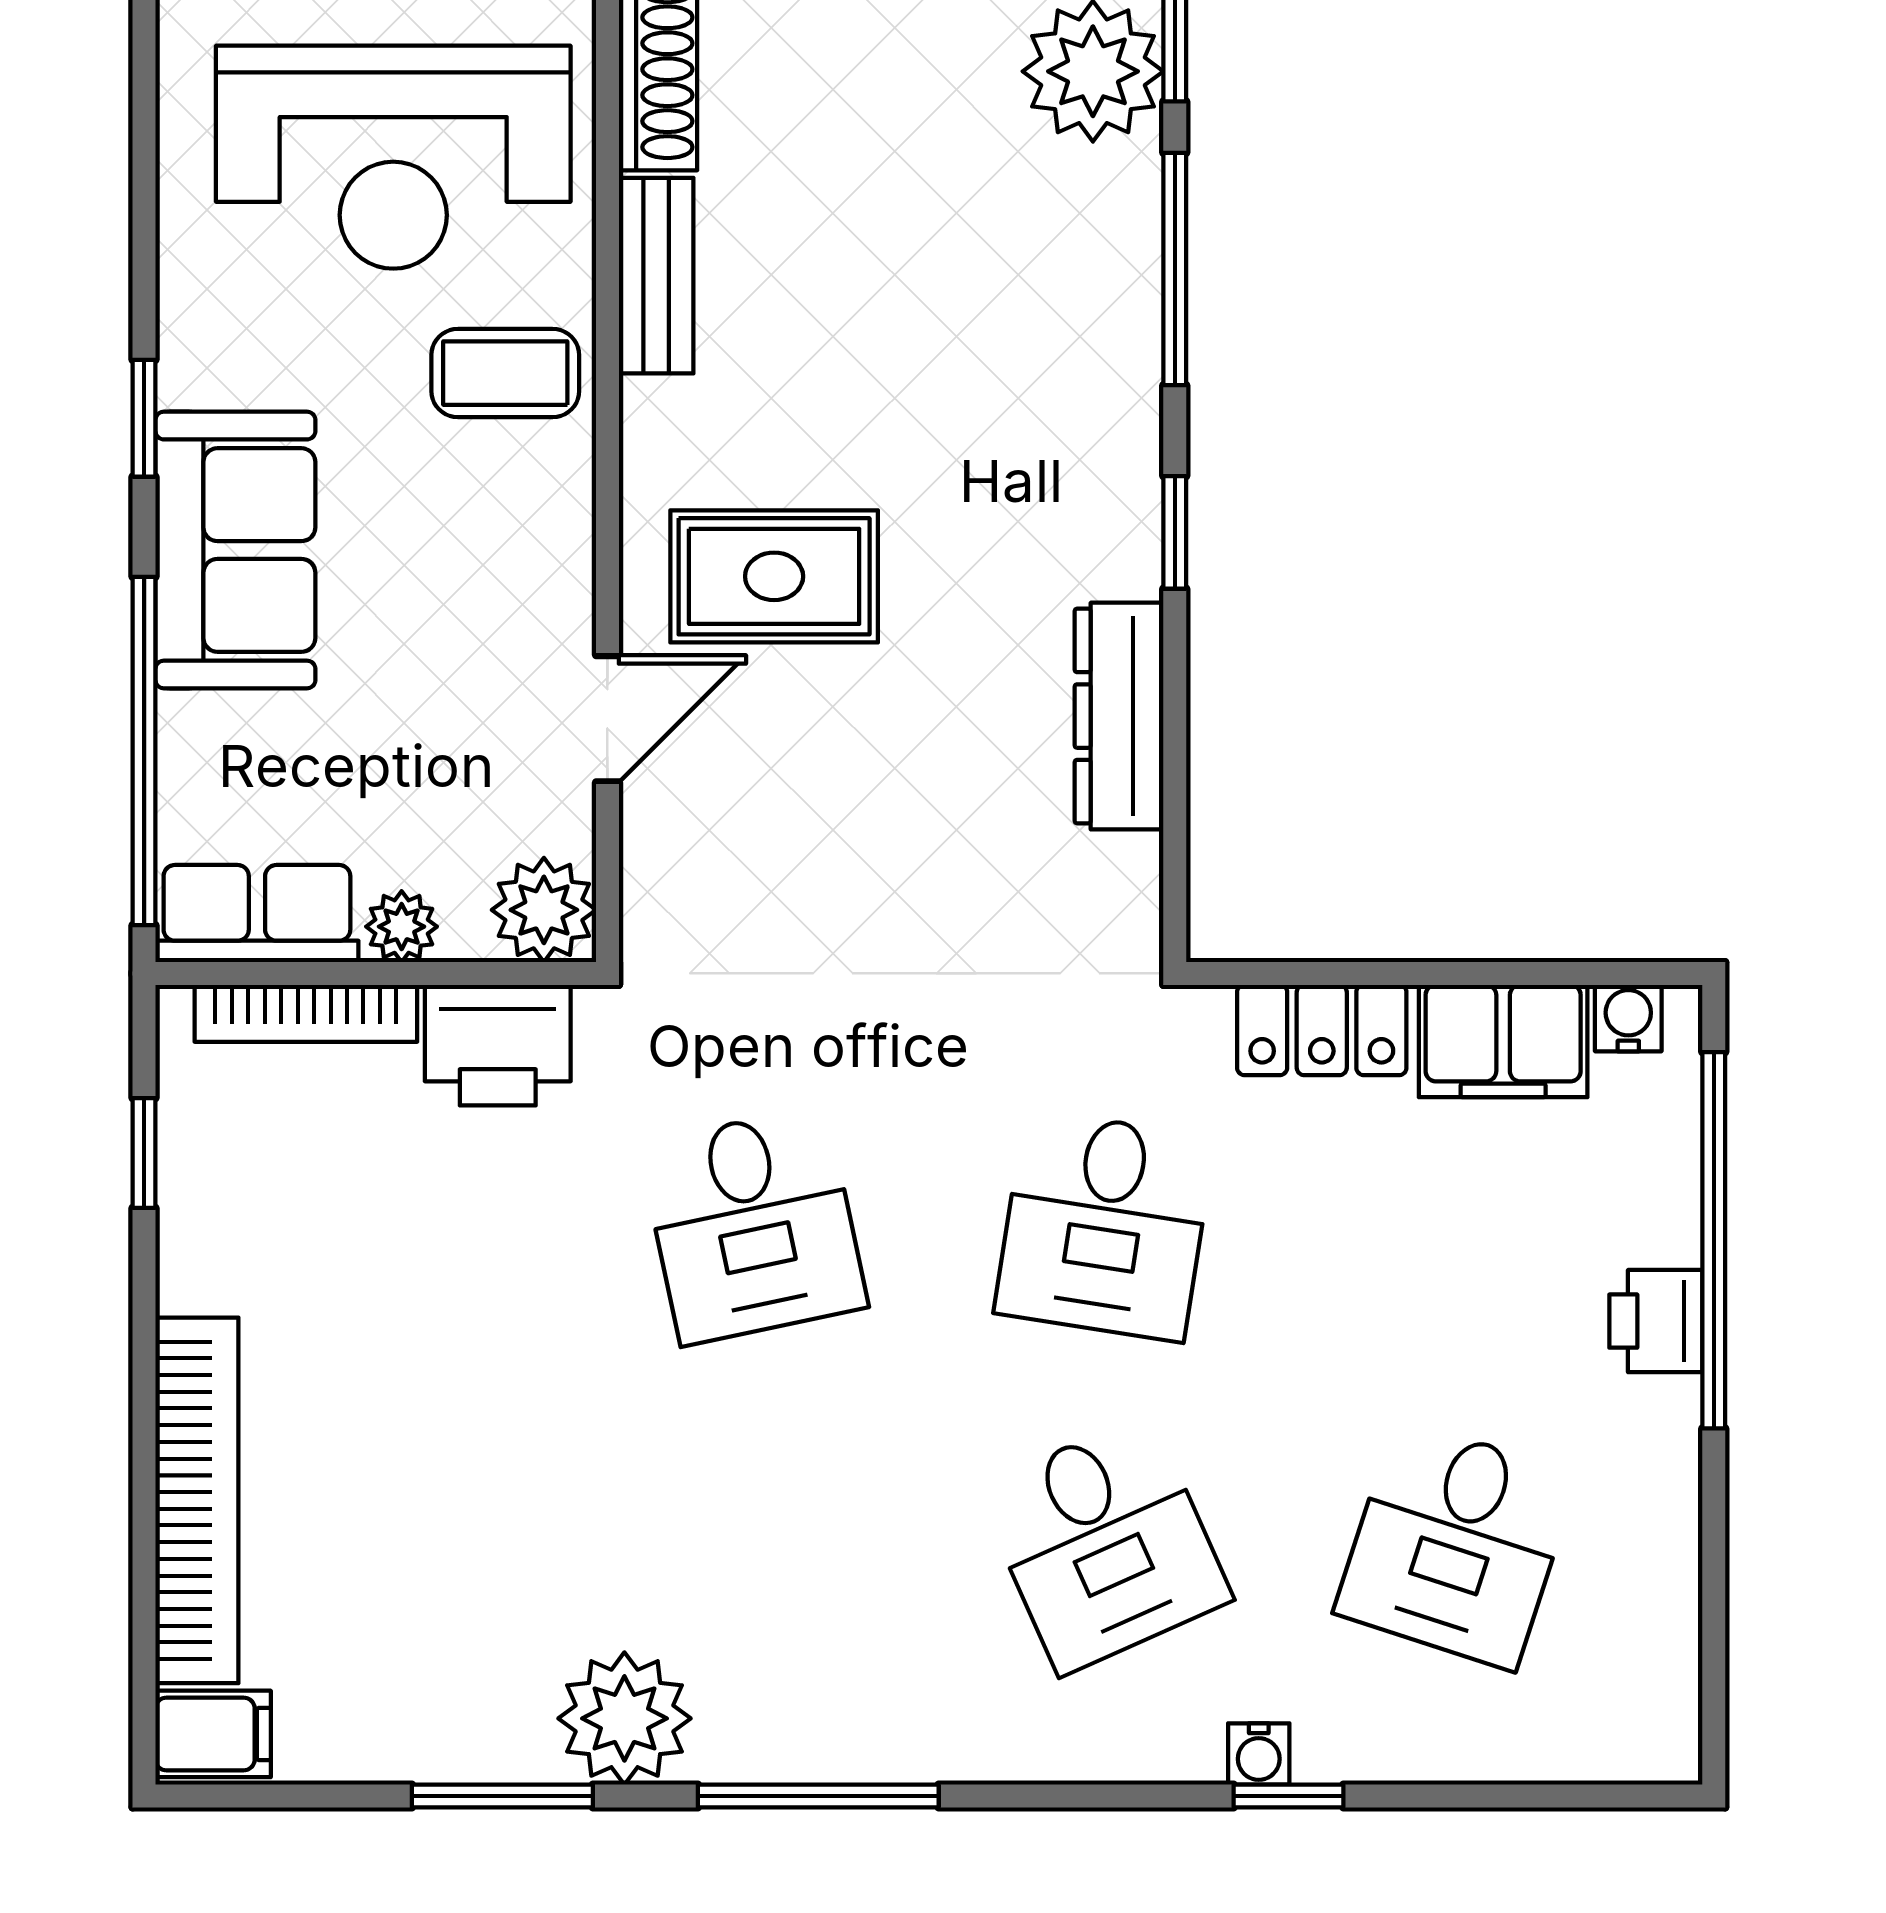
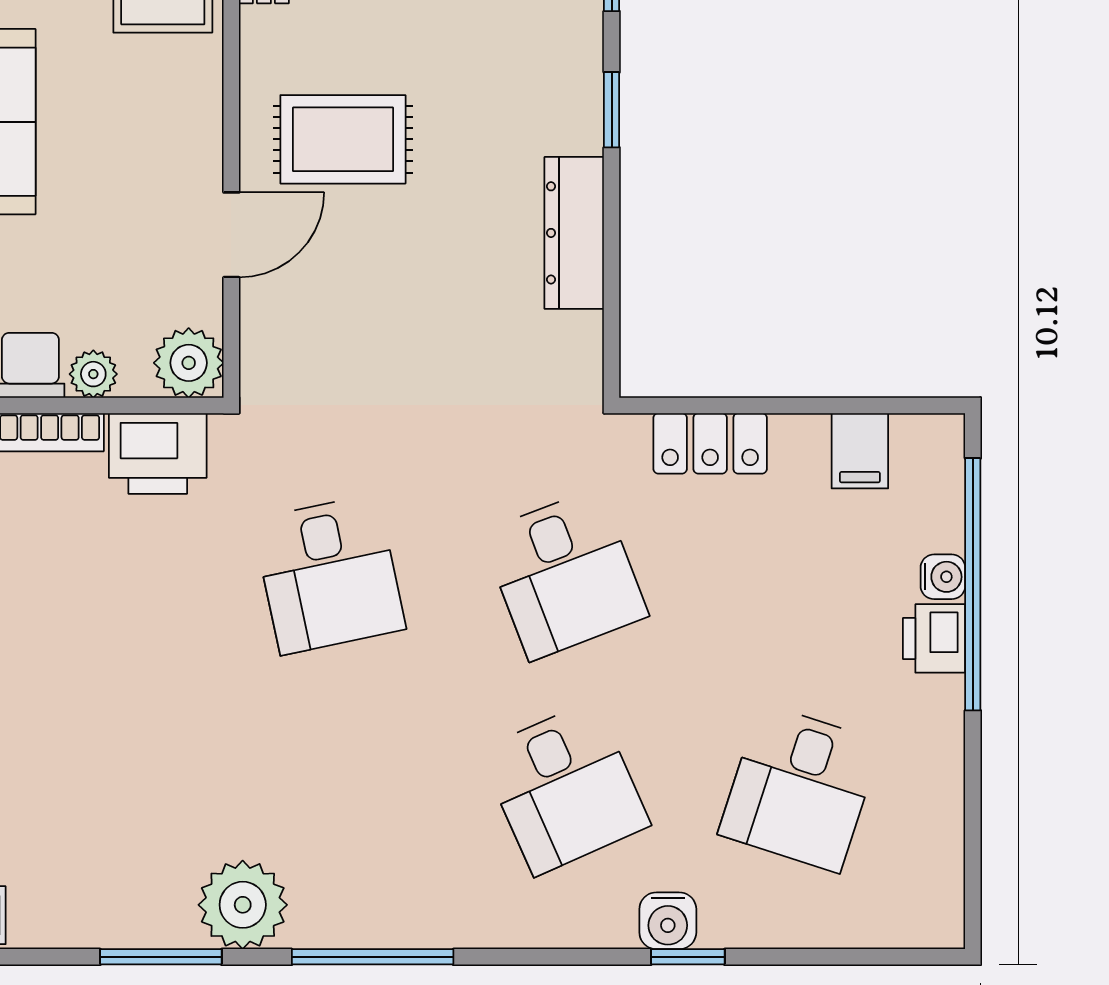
water cooler: (1628, 1018) -> (943, 577), moved, turned 90
filing cabinet: (1503, 1041) -> (860, 451), width x0.50
desk: (1105, 1225) -> (565, 574), turned -30
water cooler: (1259, 1754) -> (668, 921), width x1.38, depth x1.38

